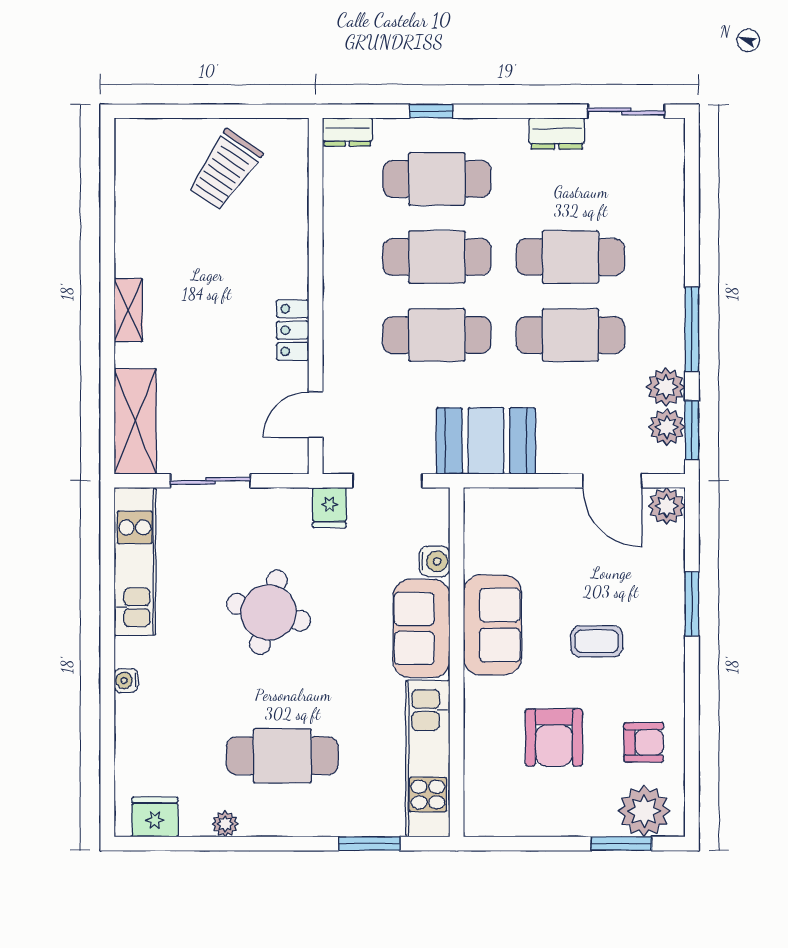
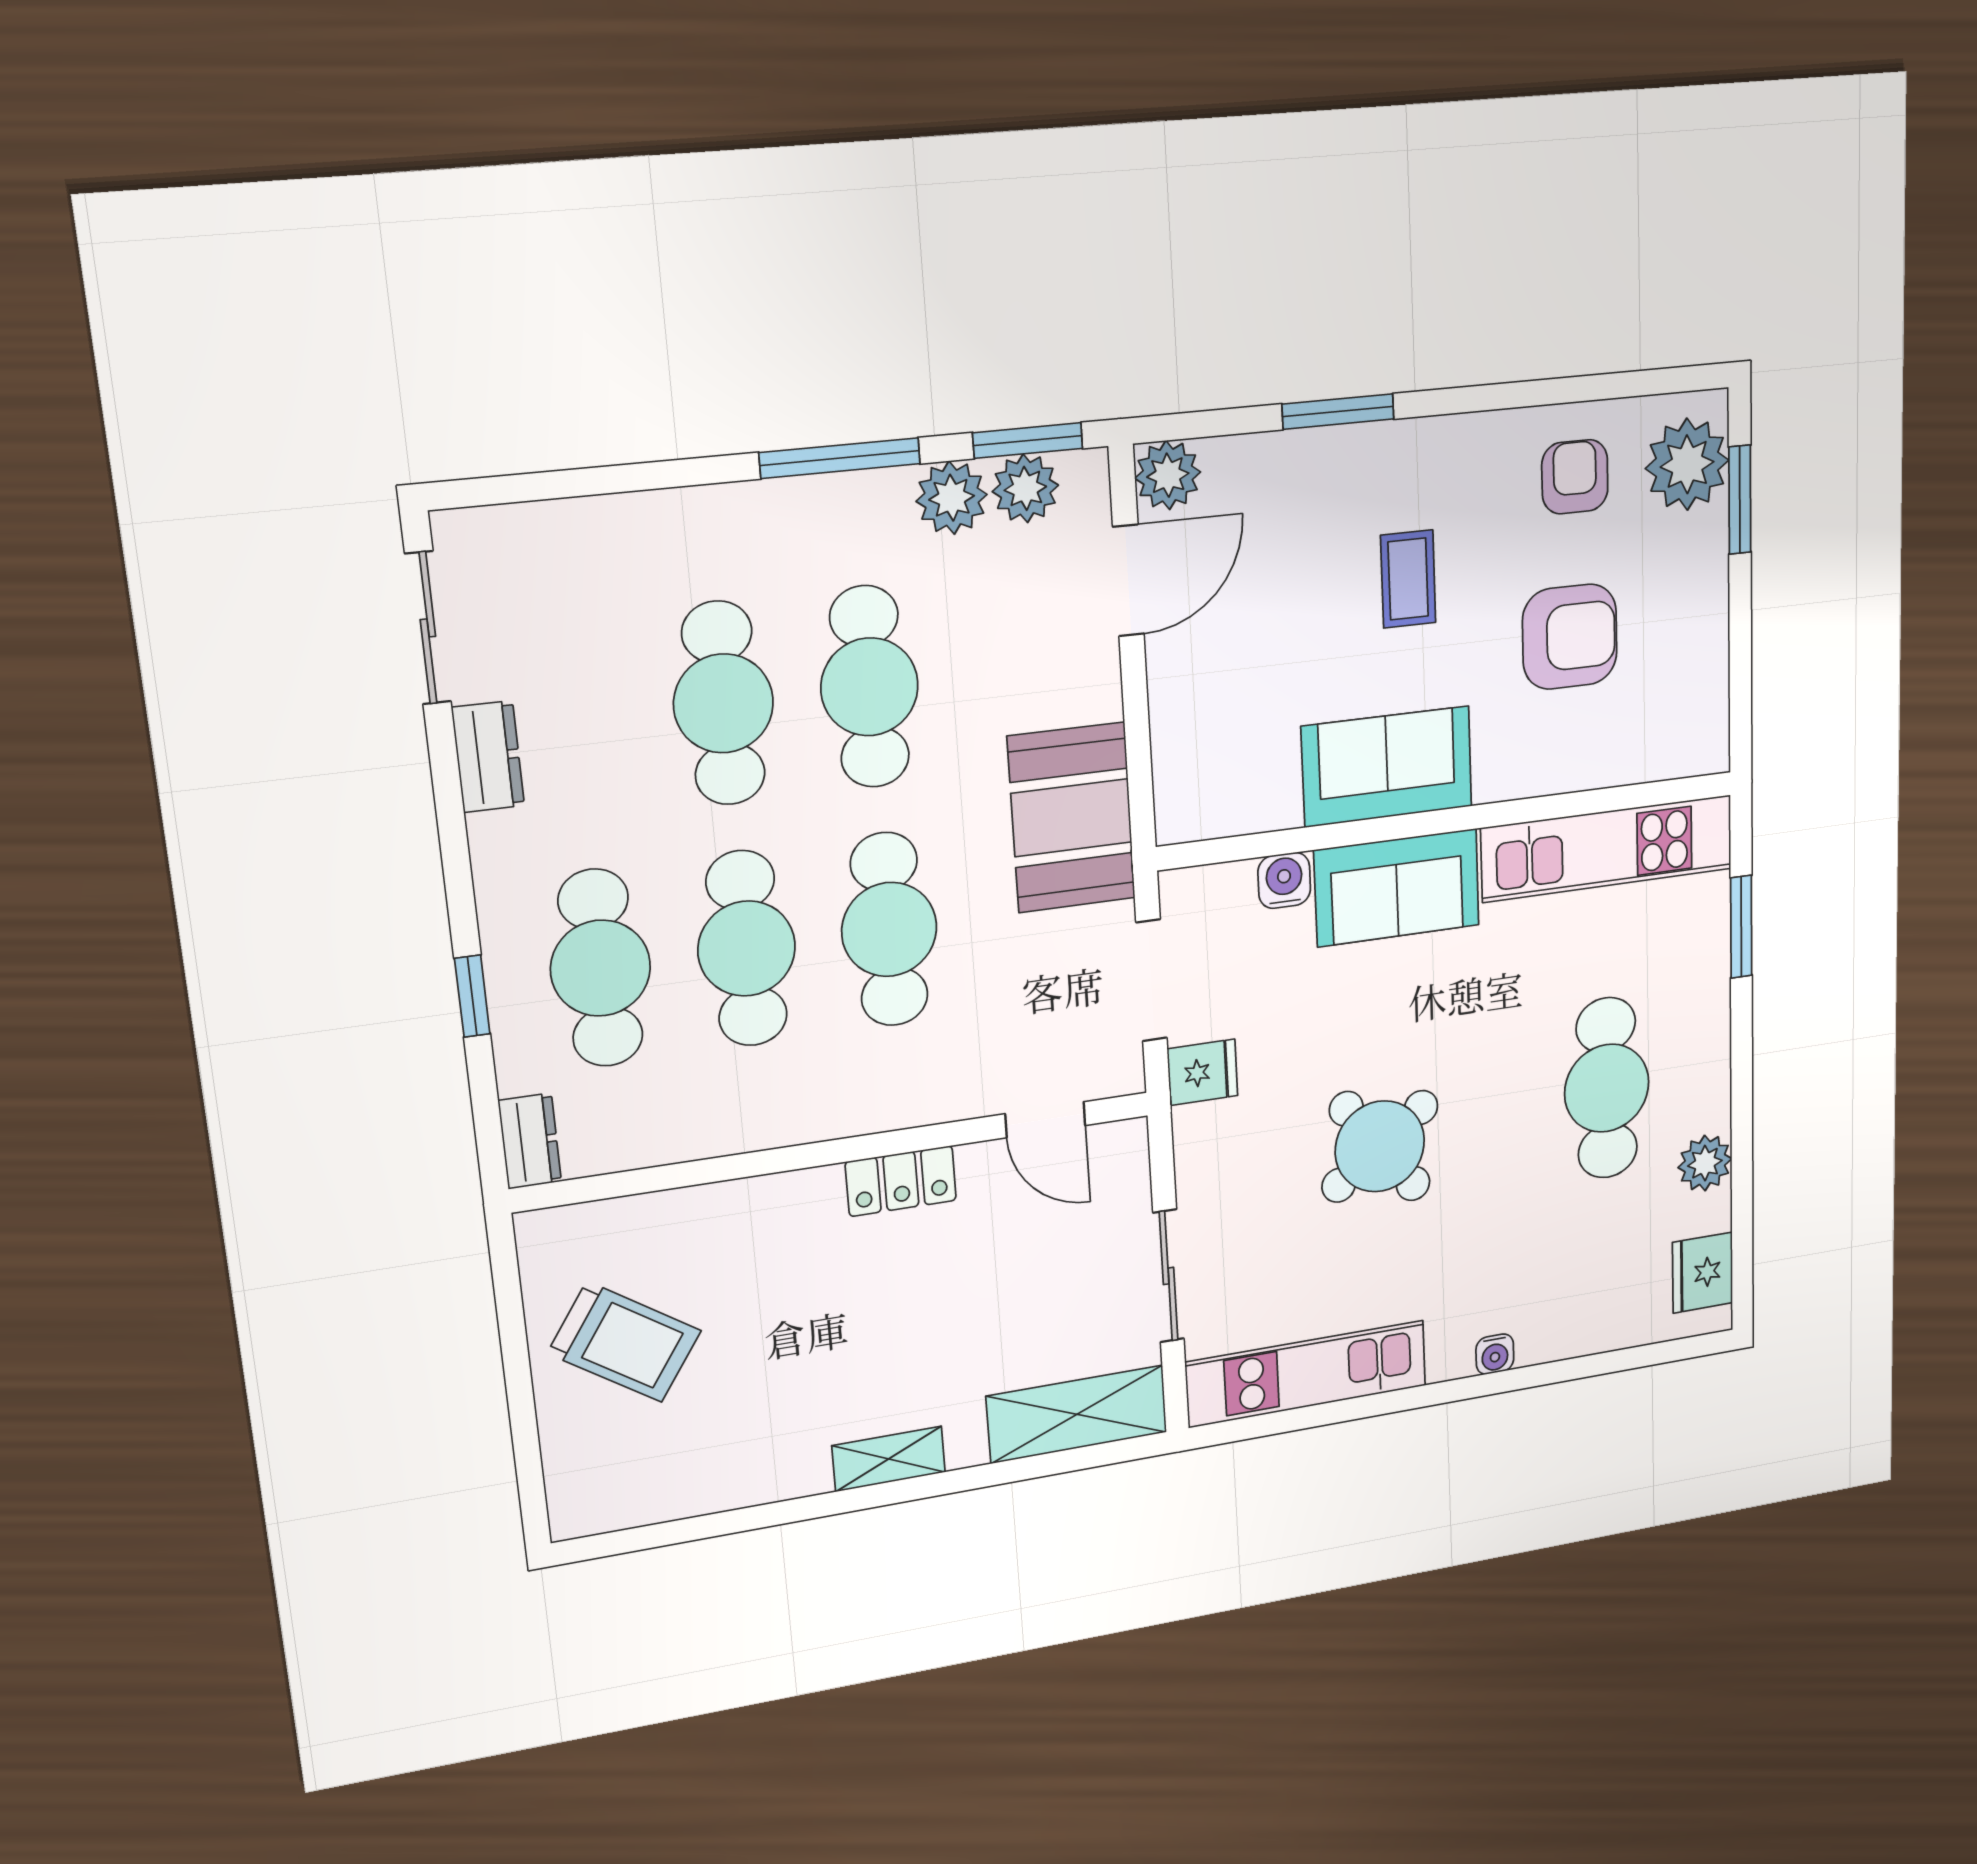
round table: (269, 612) -> (1380, 1146), turned 38
plant: (225, 824) -> (1705, 1163), width x1.38, depth x1.38

